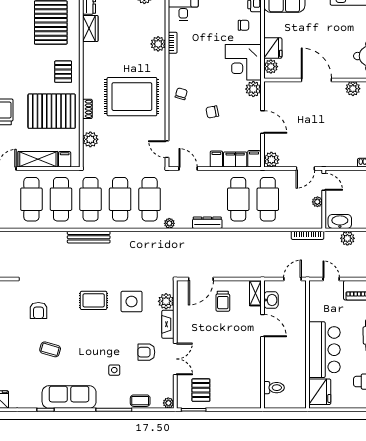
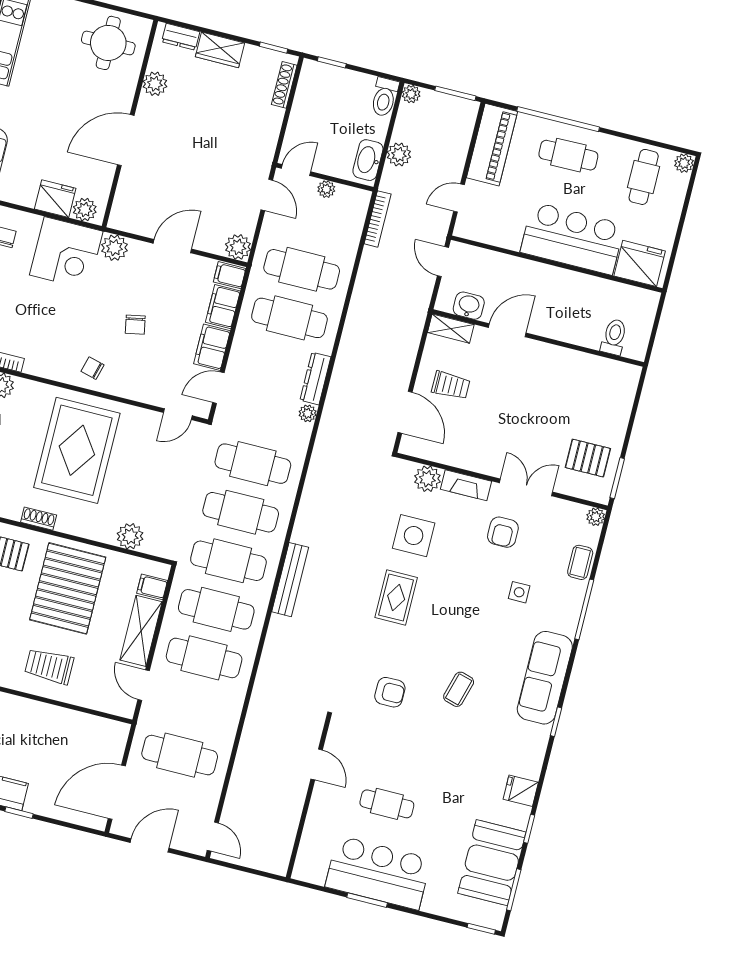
shoe rack: (87, 109) -> (39, 519), moved
filing cabinet: (216, 159) -> (212, 347), width x2.00
plant: (169, 223) -> (308, 413), moved

